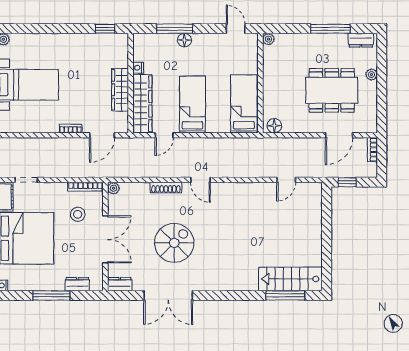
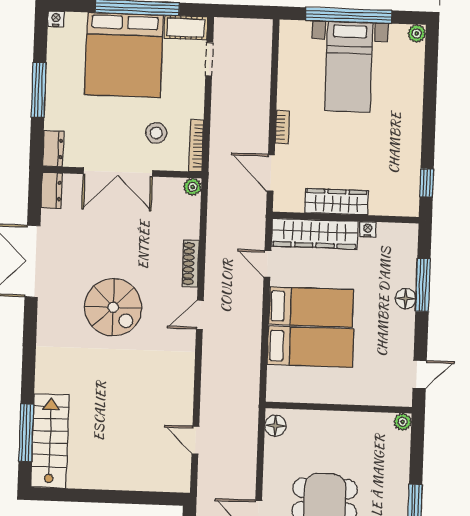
bed: (244, 104) -> (310, 347), moved
spiral stairs: (174, 243) -> (113, 307), moved
dresser: (77, 284) -> (53, 149), moved

